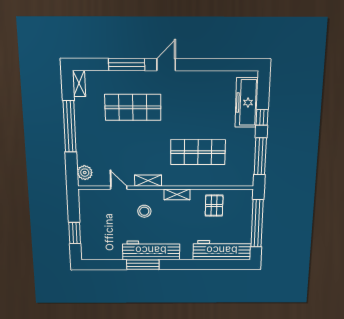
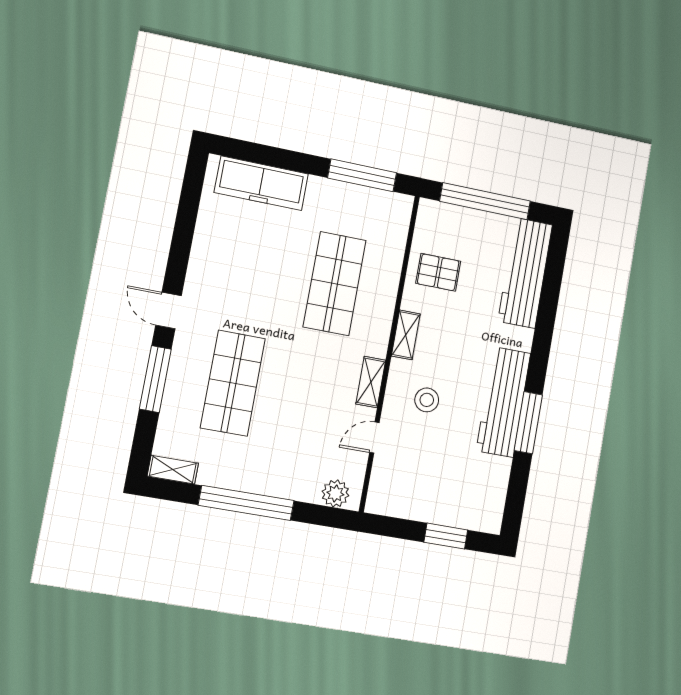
window: (262, 117) -> (293, 161), removed

